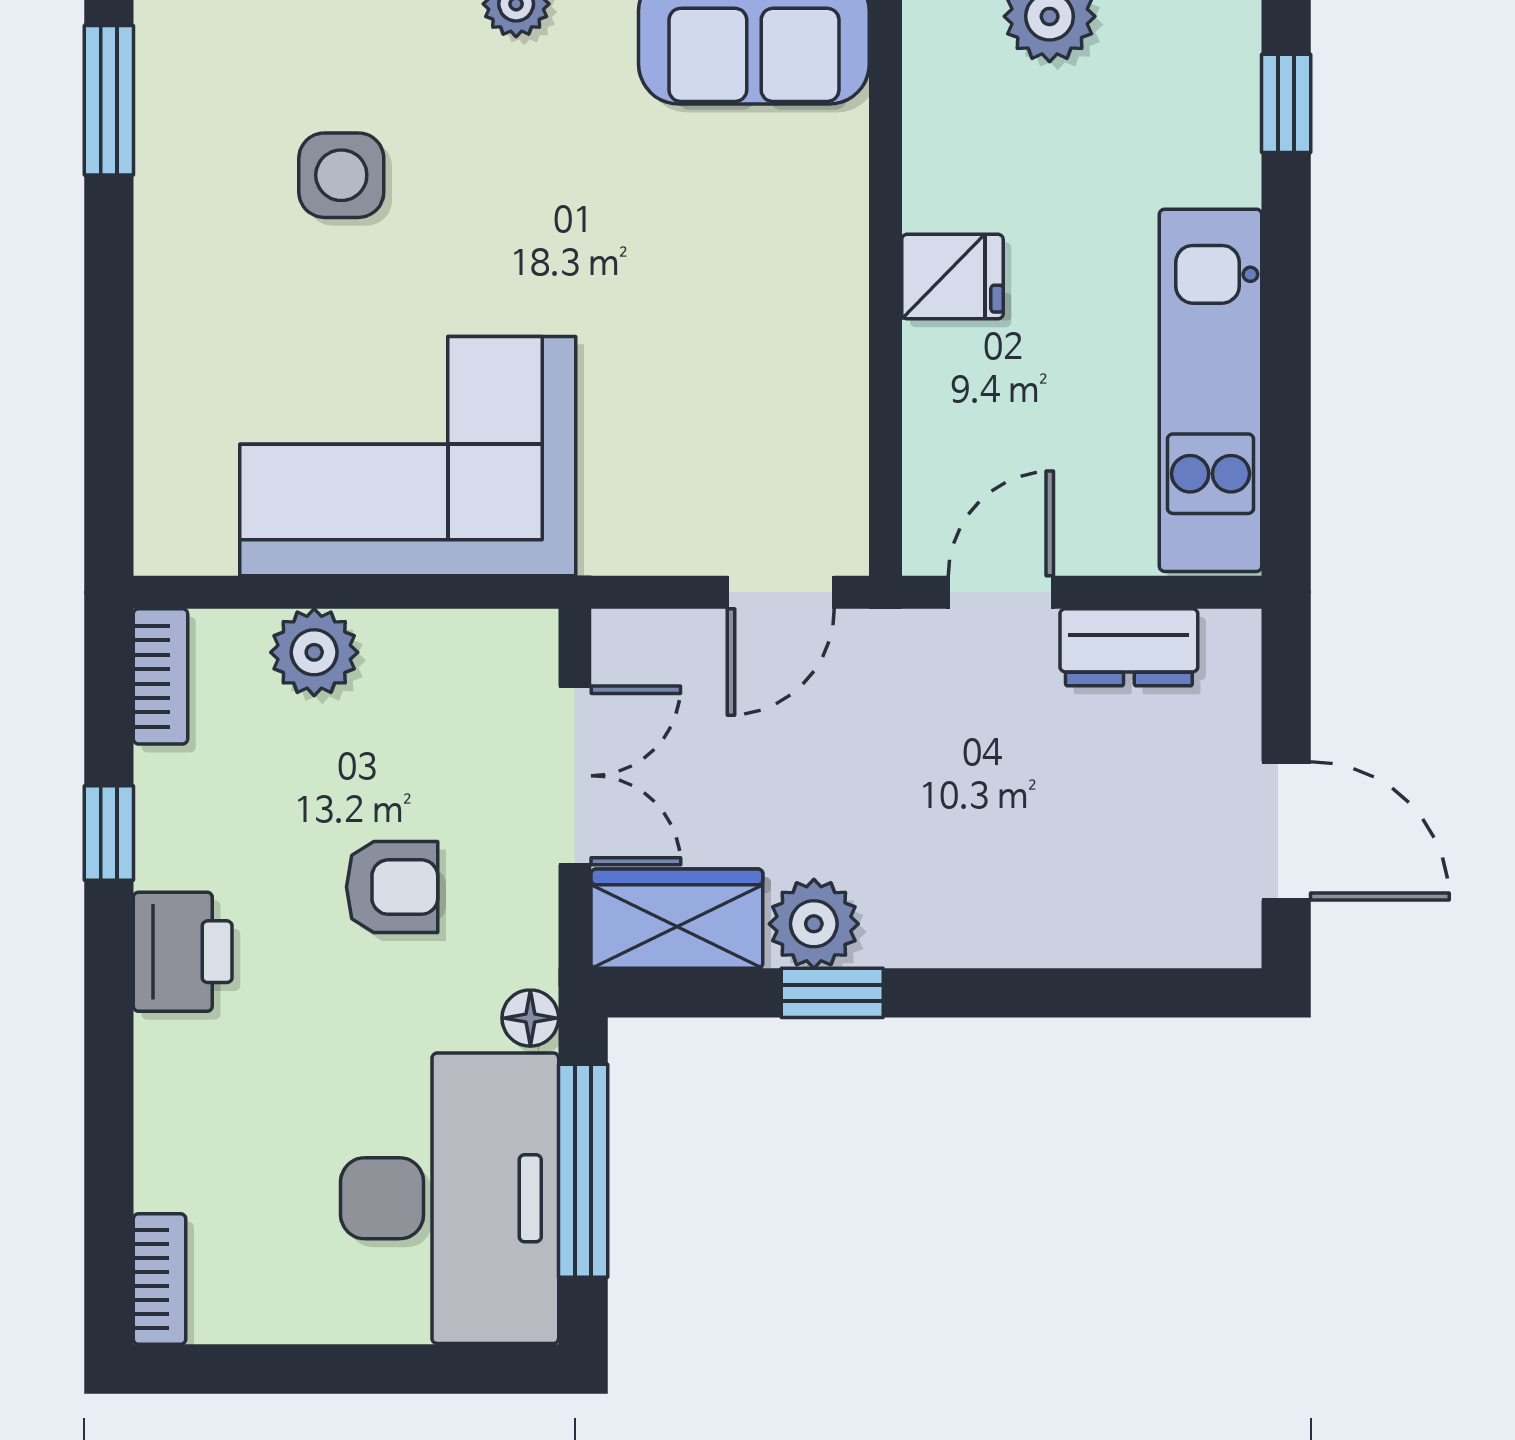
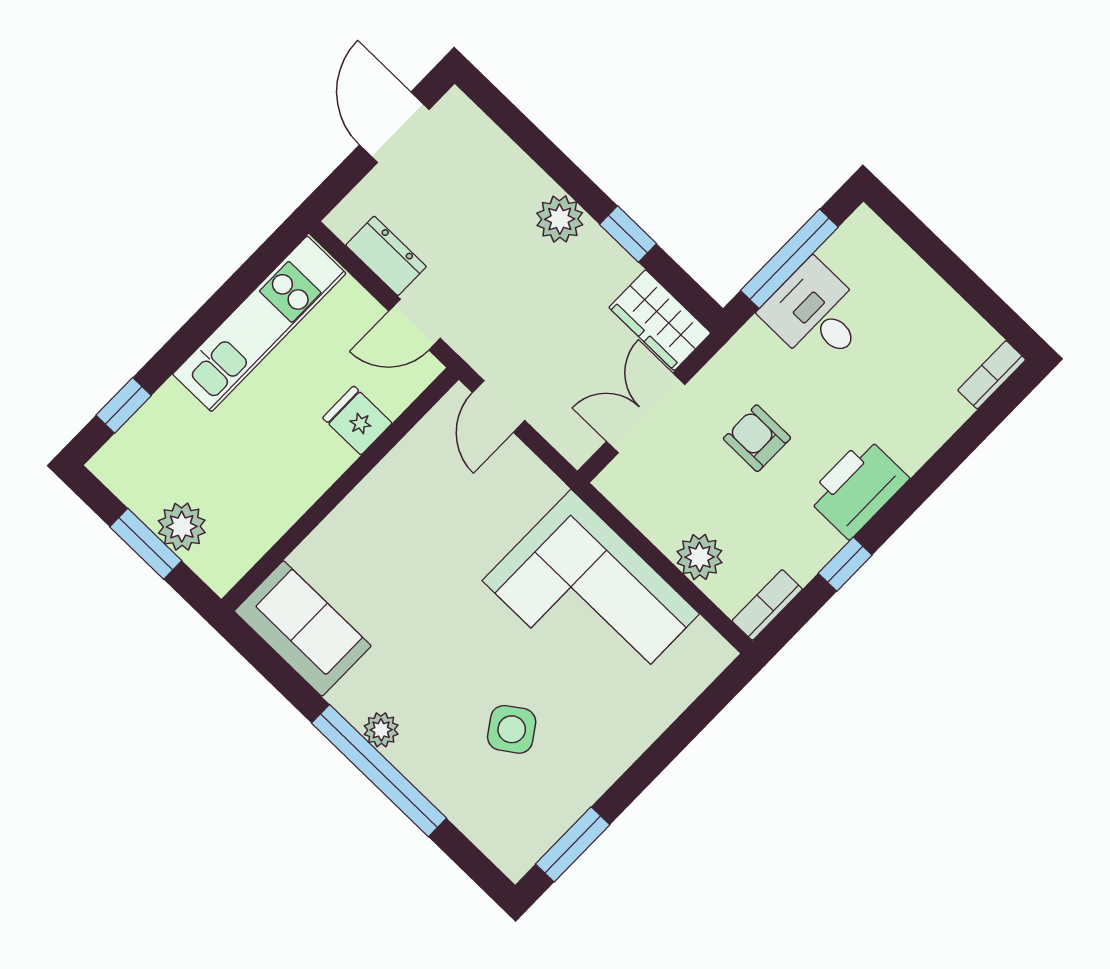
side table: (341, 175) -> (512, 729), turned -35
fridge: (952, 277) -> (357, 420), moved
door: (781, 592) -> (499, 406), swing flipped
plant: (814, 924) -> (560, 219), moved
printer: (183, 952) -> (857, 488), width x1.37, depth x1.19
floor lamp: (530, 1018) -> (753, 337), removed
desk: (450, 1198) -> (816, 314), width x0.53, depth x0.77

